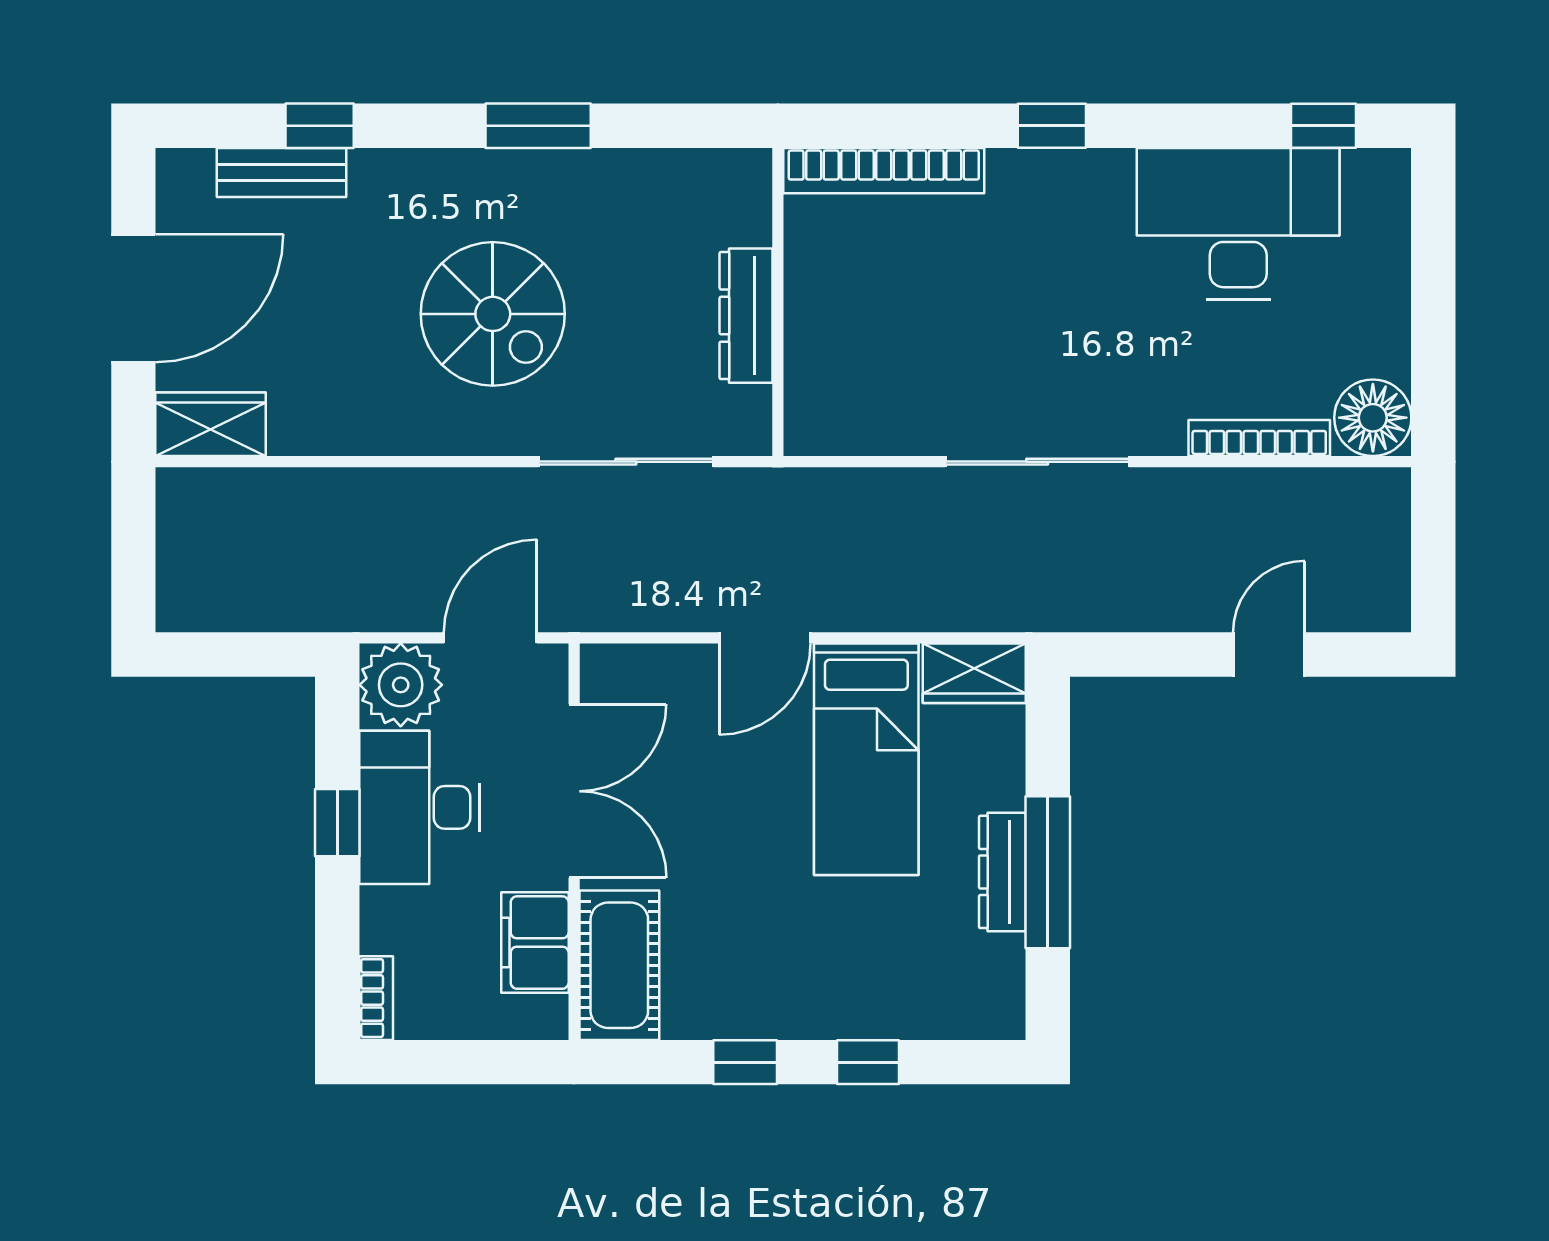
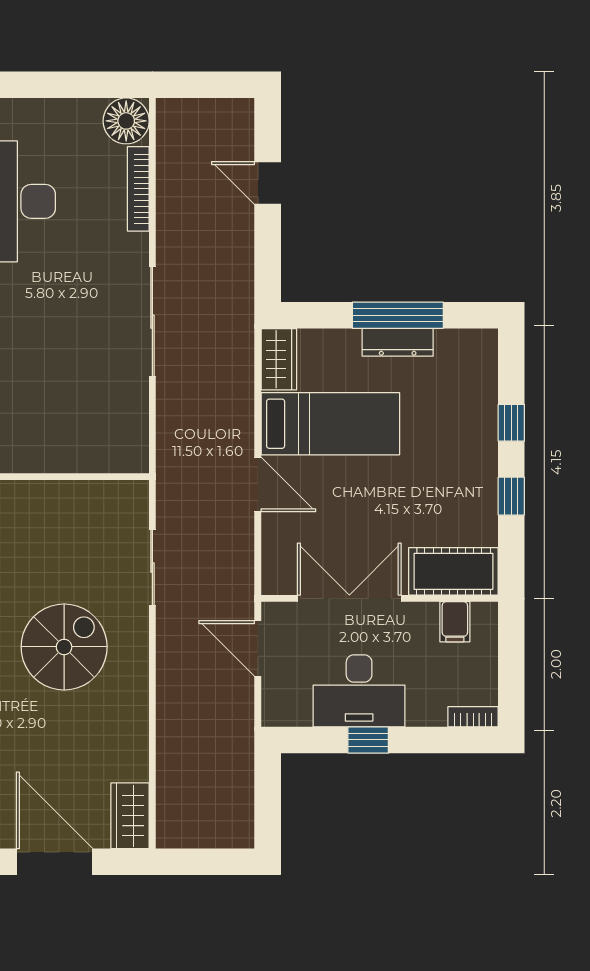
dresser: (746, 316) -> (65, 496), removed
sliding door: (626, 462) -> (152, 567), width x0.73
plant: (401, 685) -> (286, 702), removed
filing cabinet: (535, 943) -> (455, 622), width x0.50

